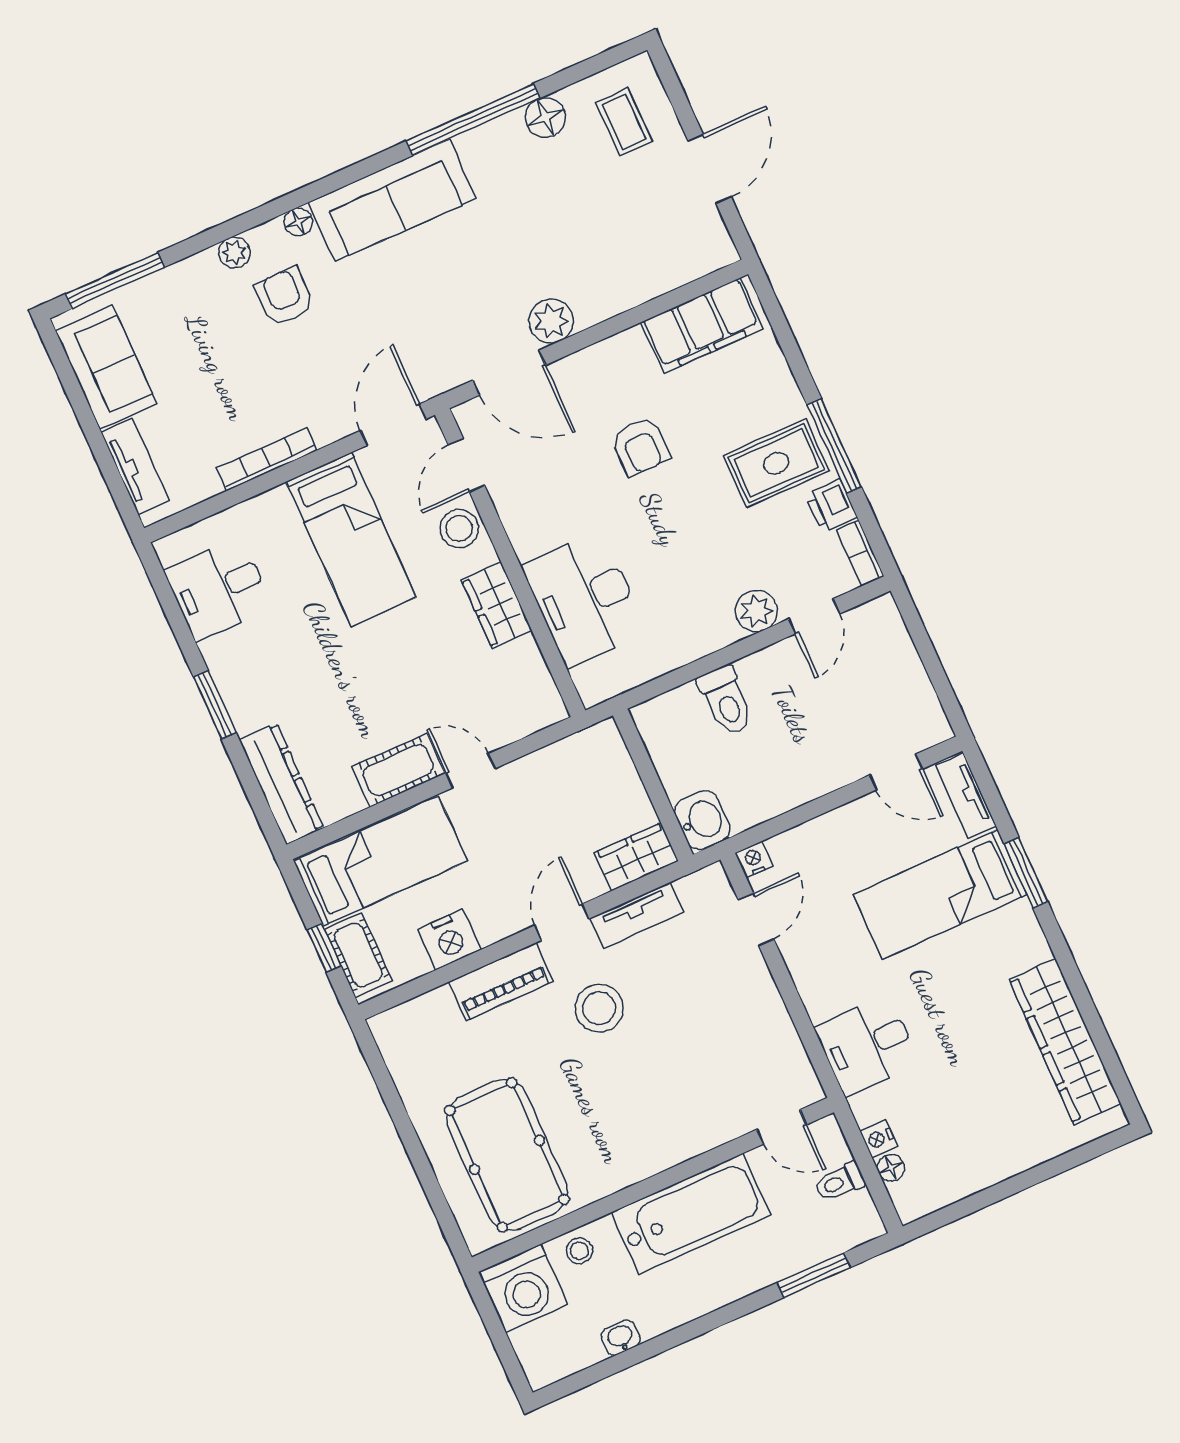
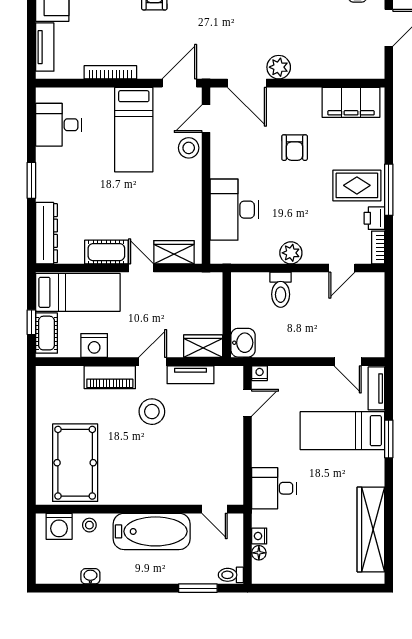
wardrobe: (497, 605) -> (174, 252), moved, turned 90
plant: (756, 611) -> (291, 253), moved
toilet: (840, 1182) -> (231, 575), moved
washing machine: (524, 1288) -> (59, 526), width x0.73, depth x0.73

